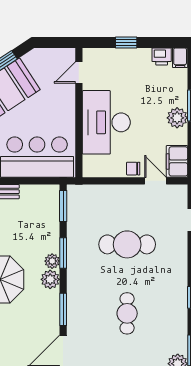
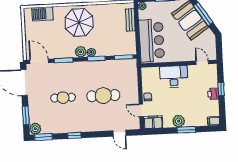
printer: (162, 56) -> (213, 94), moved
desk: (106, 122) -> (174, 77), width x0.73, depth x0.77
door: (155, 181) -> (141, 110), swing flipped
cafe table: (127, 244) -> (103, 96), turned 90

